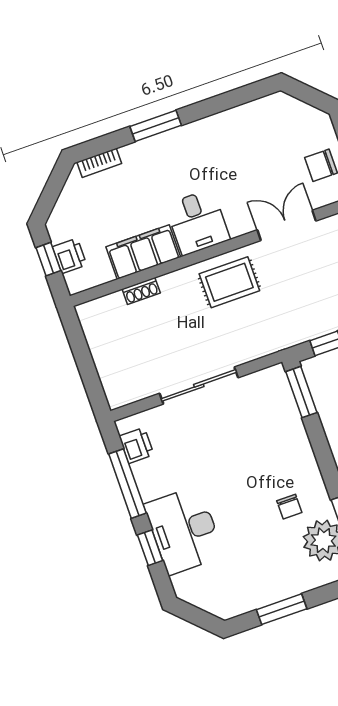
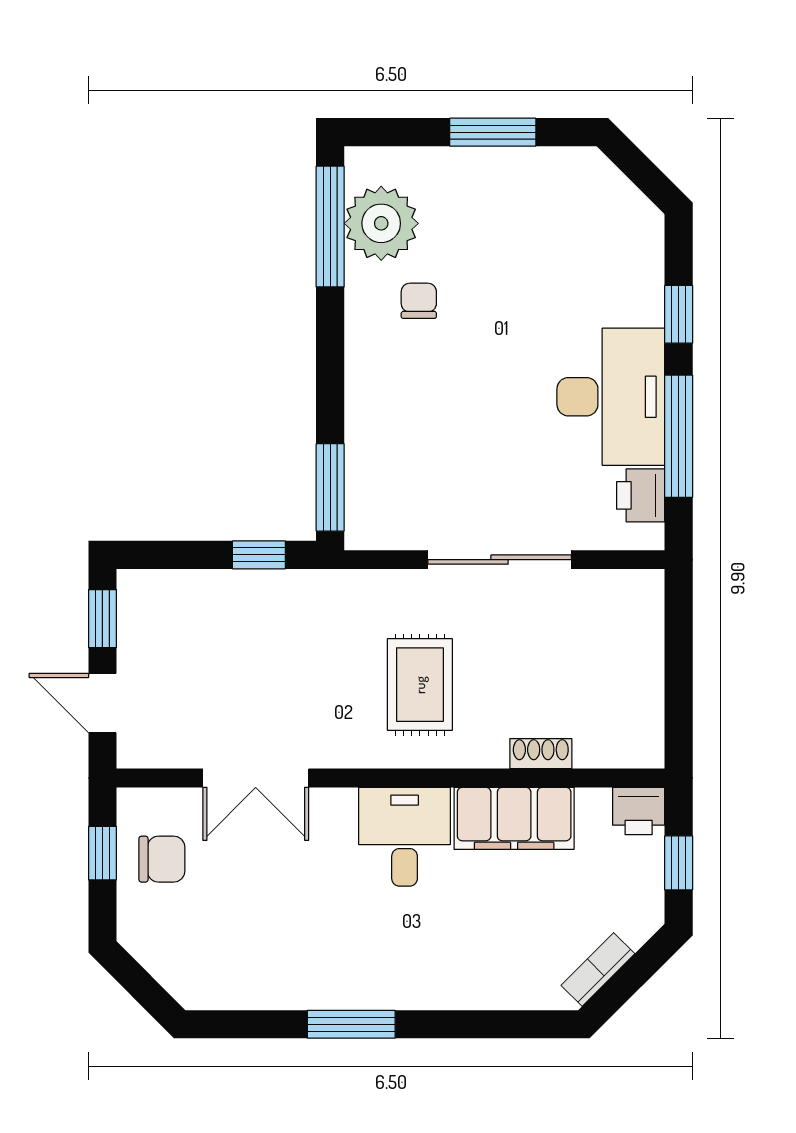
window: (156, 126) -> (351, 1024), moved
bookcase: (99, 163) -> (598, 969), moved, turned -45
printer: (70, 256) -> (639, 811), moved, turned -90
rug: (229, 282) -> (420, 685), moved, turned 90
desk: (184, 530) -> (611, 397), moved

